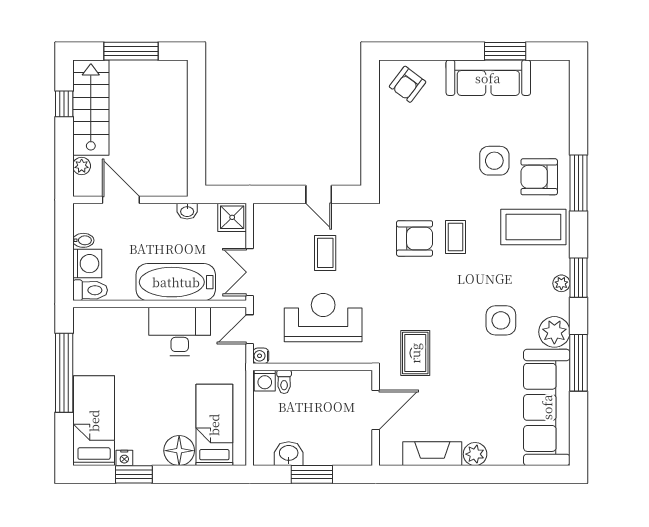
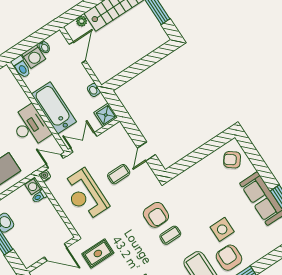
reception desk: (323, 318) -> (85, 195), turned 180

